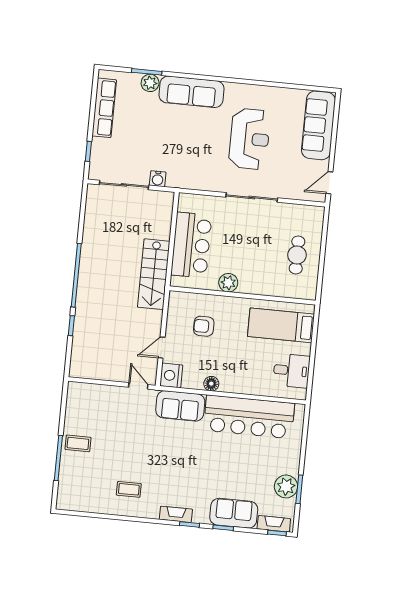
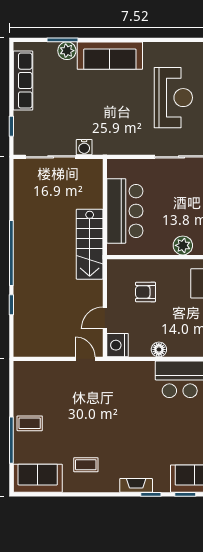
plant: (228, 283) -> (183, 245), moved
sofa: (180, 406) -> (38, 478), moved, turned 180

